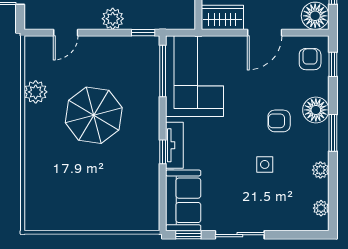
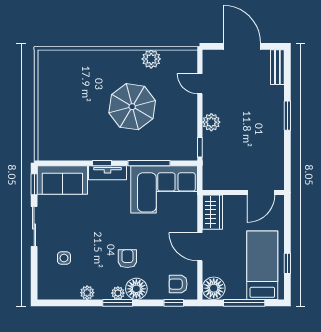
armchair: (310, 59) -> (178, 284), turned 180
window: (163, 71) -> (149, 163), moved
side table: (265, 164) -> (64, 258), moved
plant: (321, 208) -> (118, 293), moved

